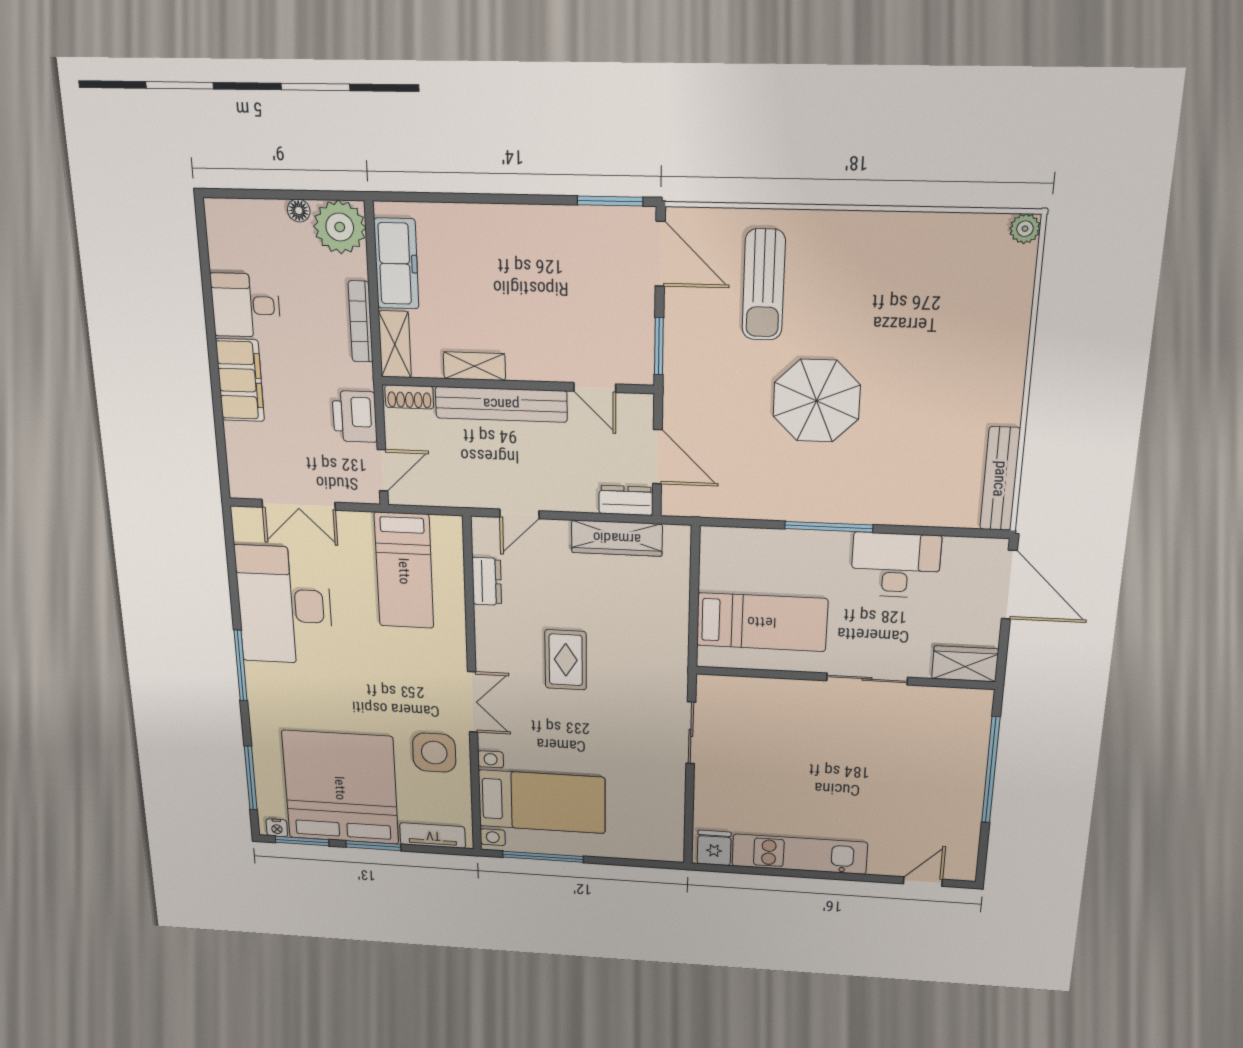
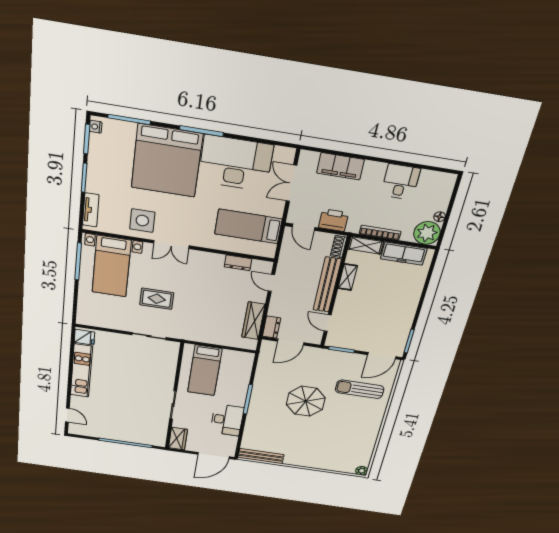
filing cabinet: (240, 380) -> (340, 166), moved
door: (595, 388) -> (328, 323), hinge flipped
rug: (566, 660) -> (157, 299), moved
bed: (340, 788) -> (167, 161), moved, turned 90

